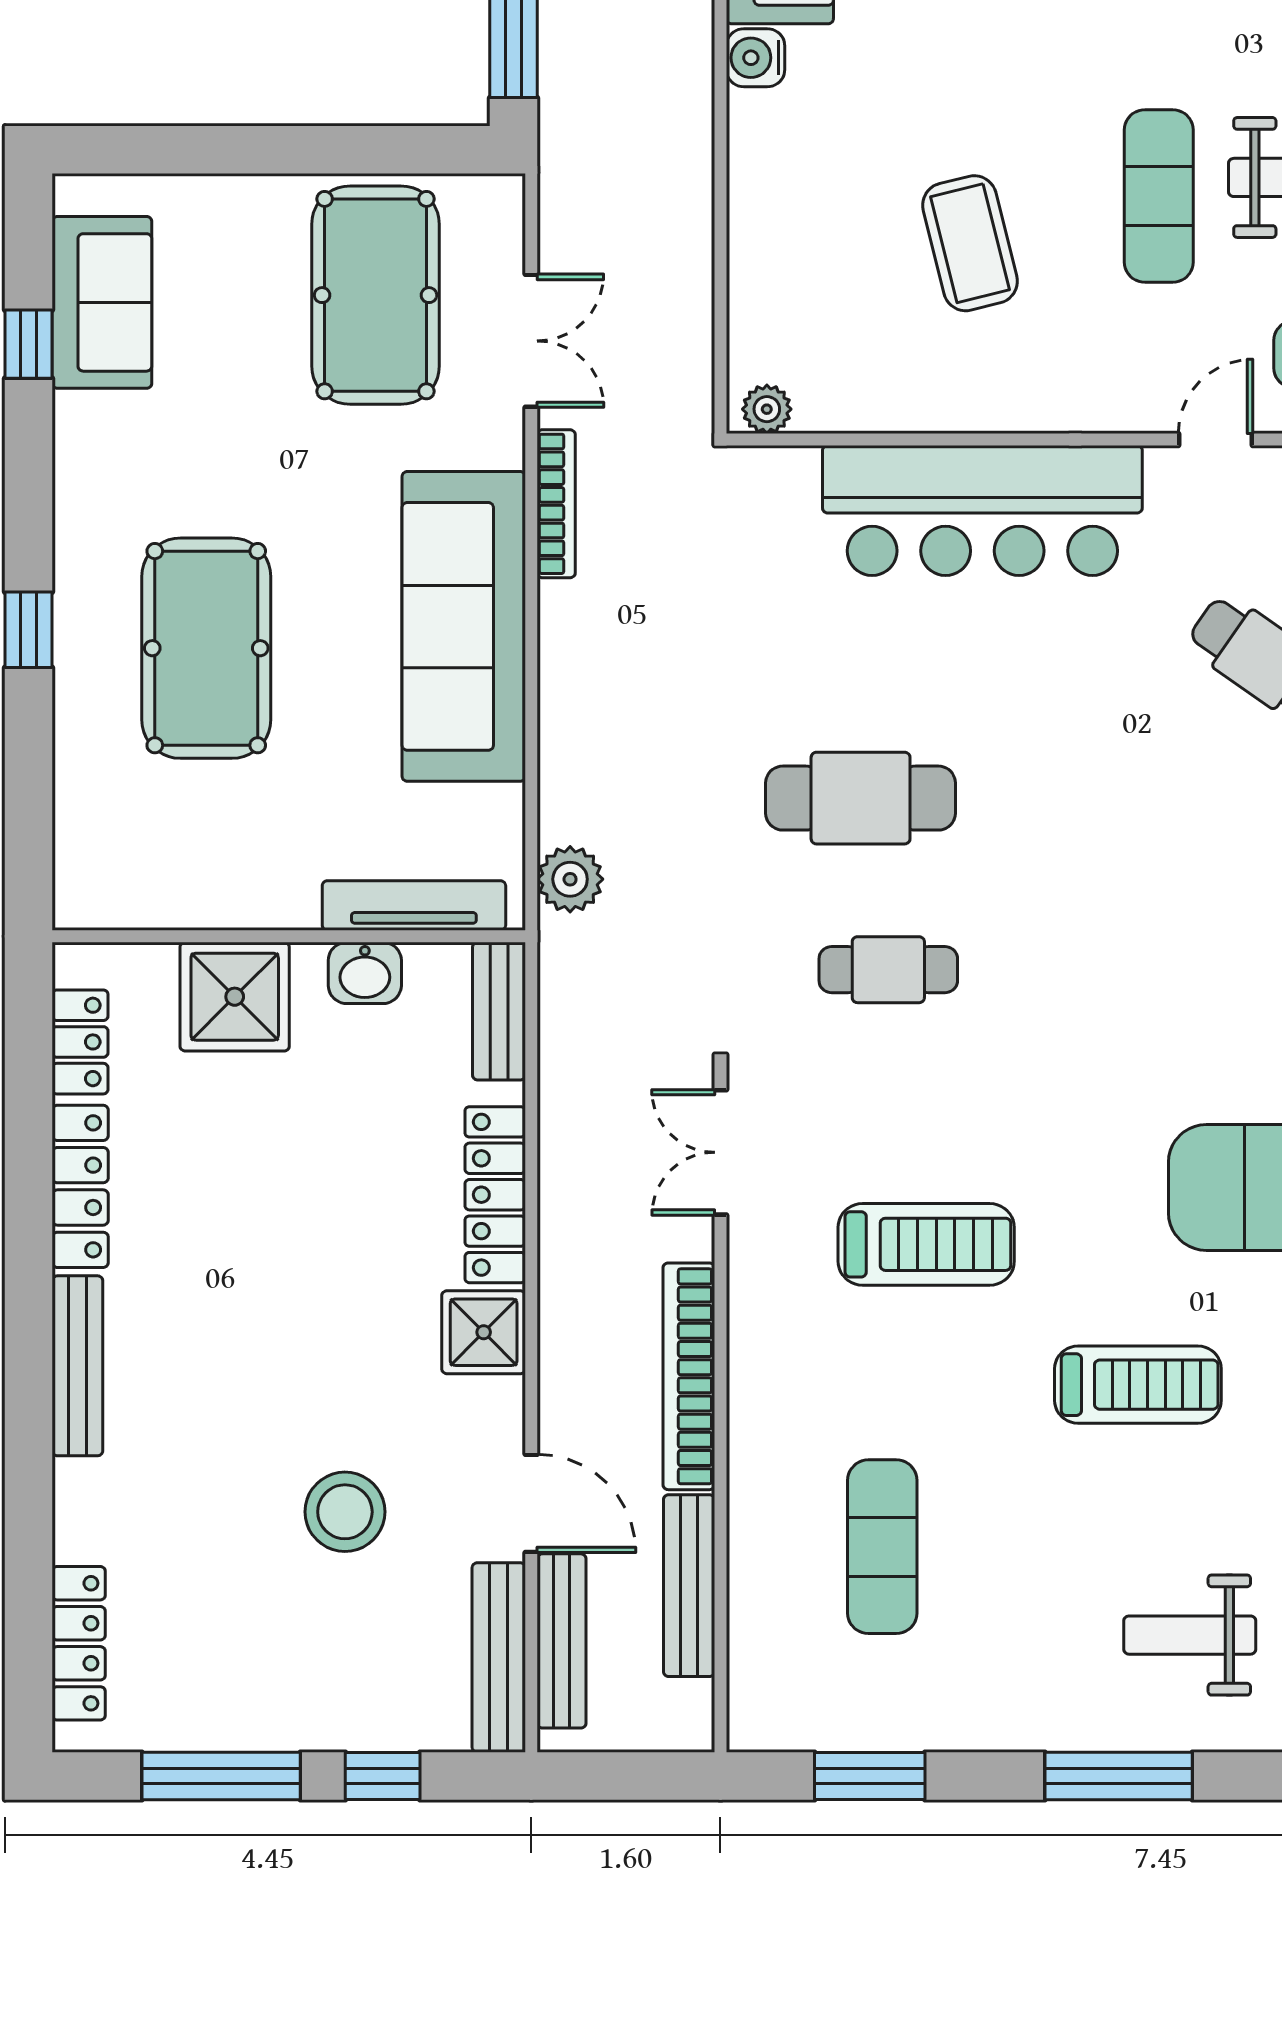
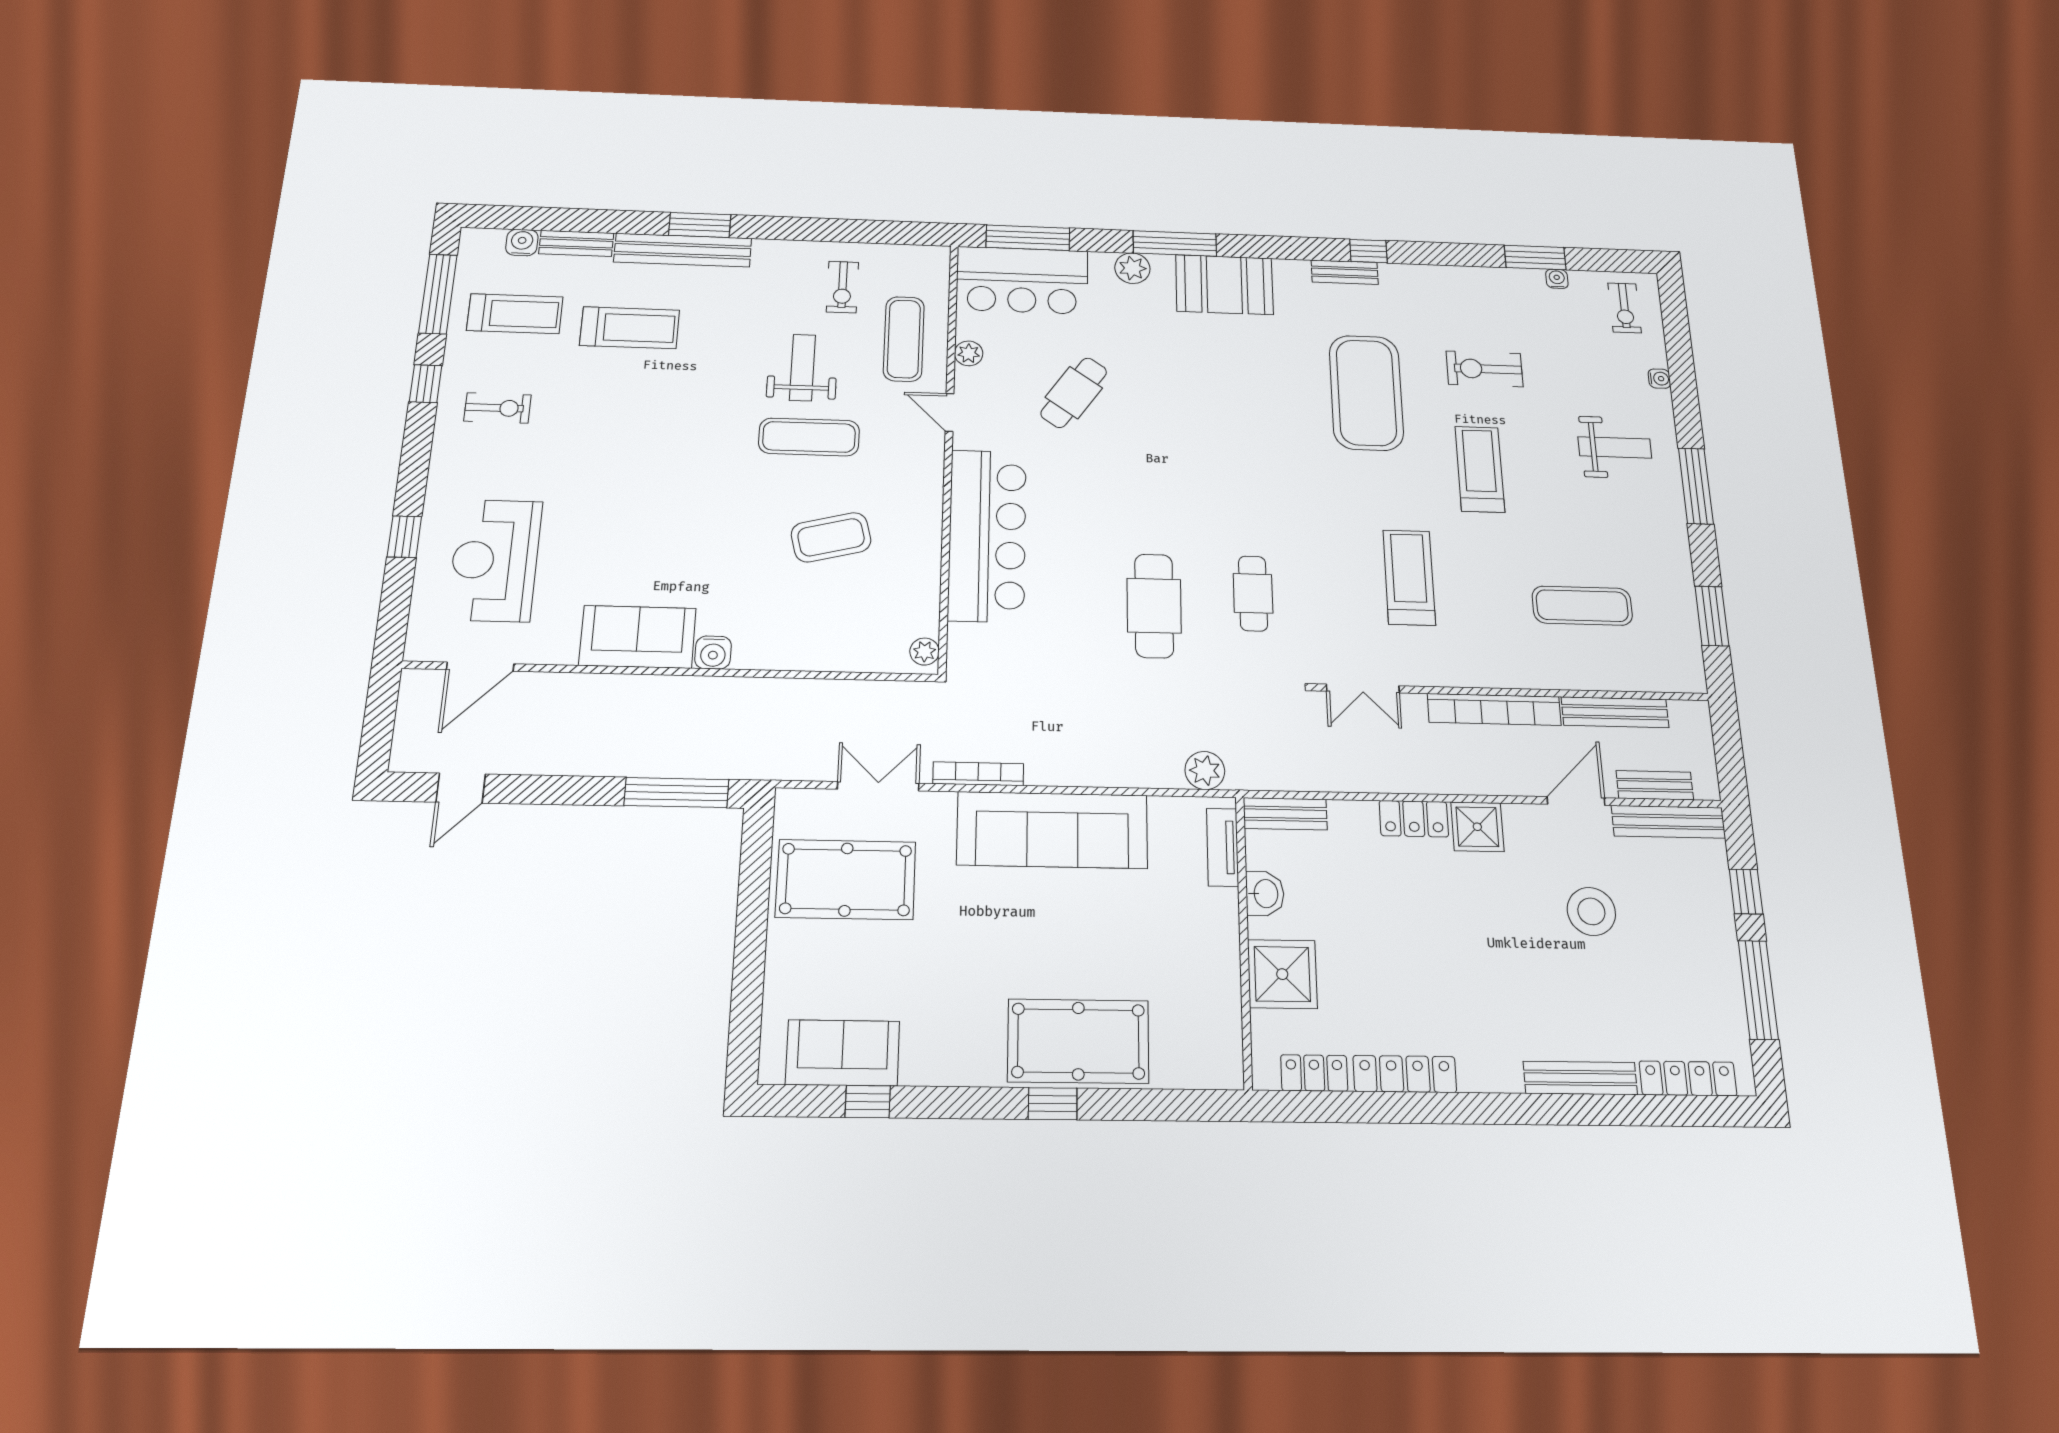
pool table: (206, 648) -> (1078, 1041), moved
tv unit: (414, 905) -> (1222, 847), width x0.71
locker: (495, 1195) -> (1414, 819), width x0.66
bench: (77, 1366) -> (1580, 1078), moved
weight bench: (1190, 1635) -> (1615, 447), turned -90
bench: (562, 1641) -> (1655, 785), width x0.73

